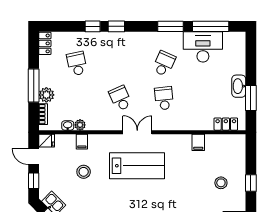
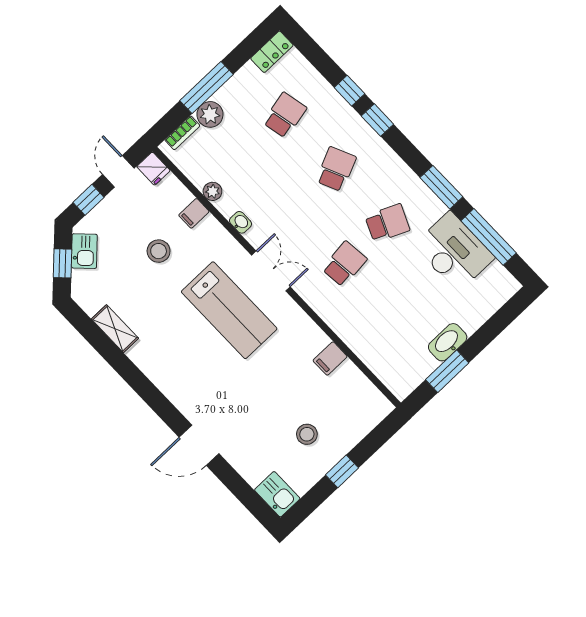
school desk: (120, 98) -> (336, 169), moved
locker: (226, 124) -> (385, 371), removed
washbasin: (68, 126) -> (240, 222), moved

